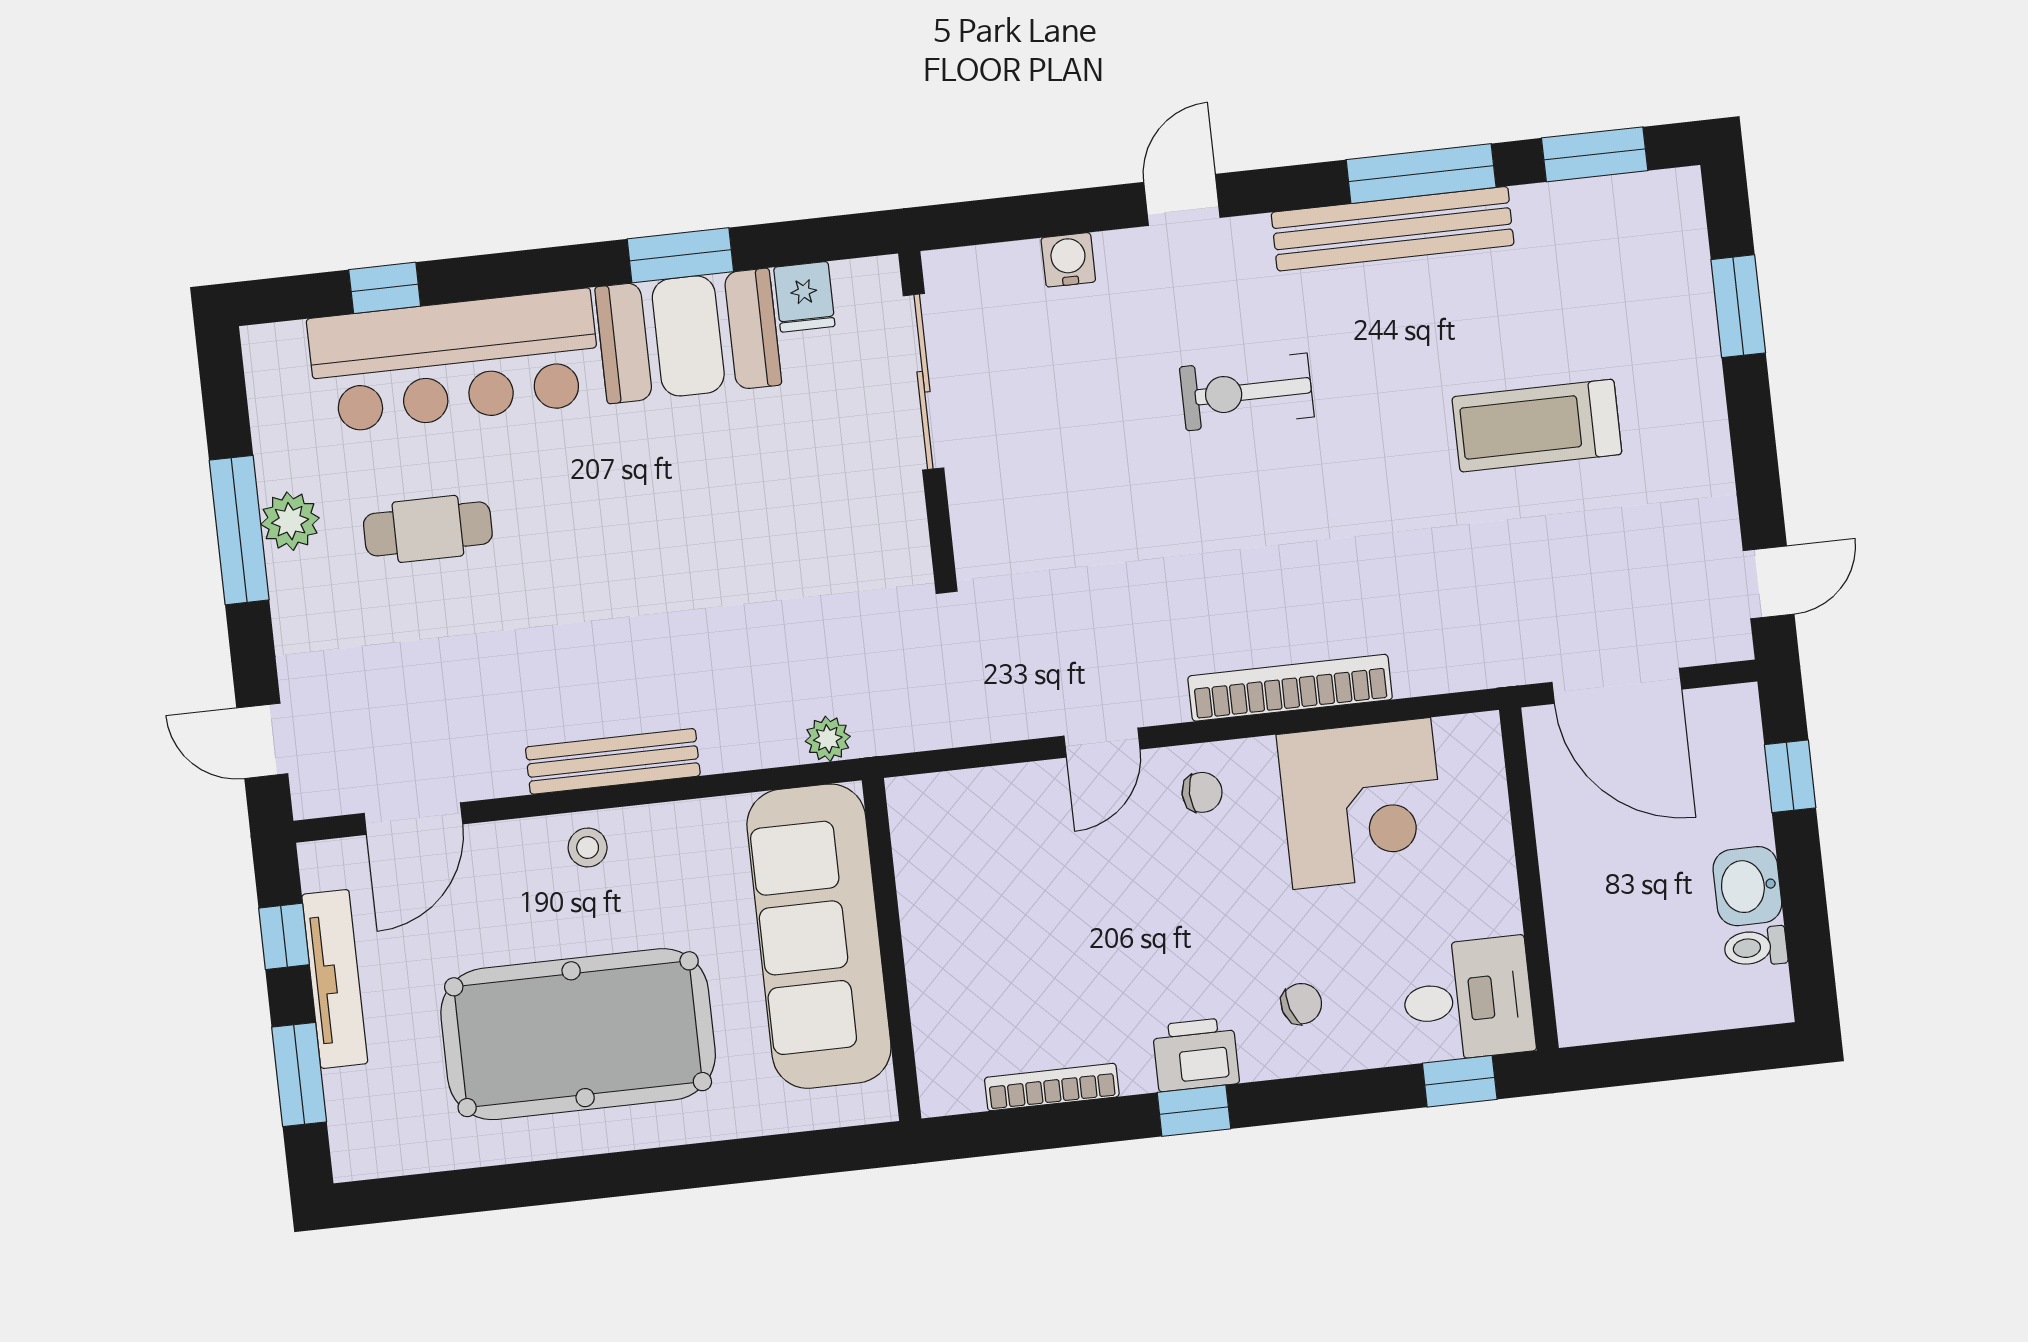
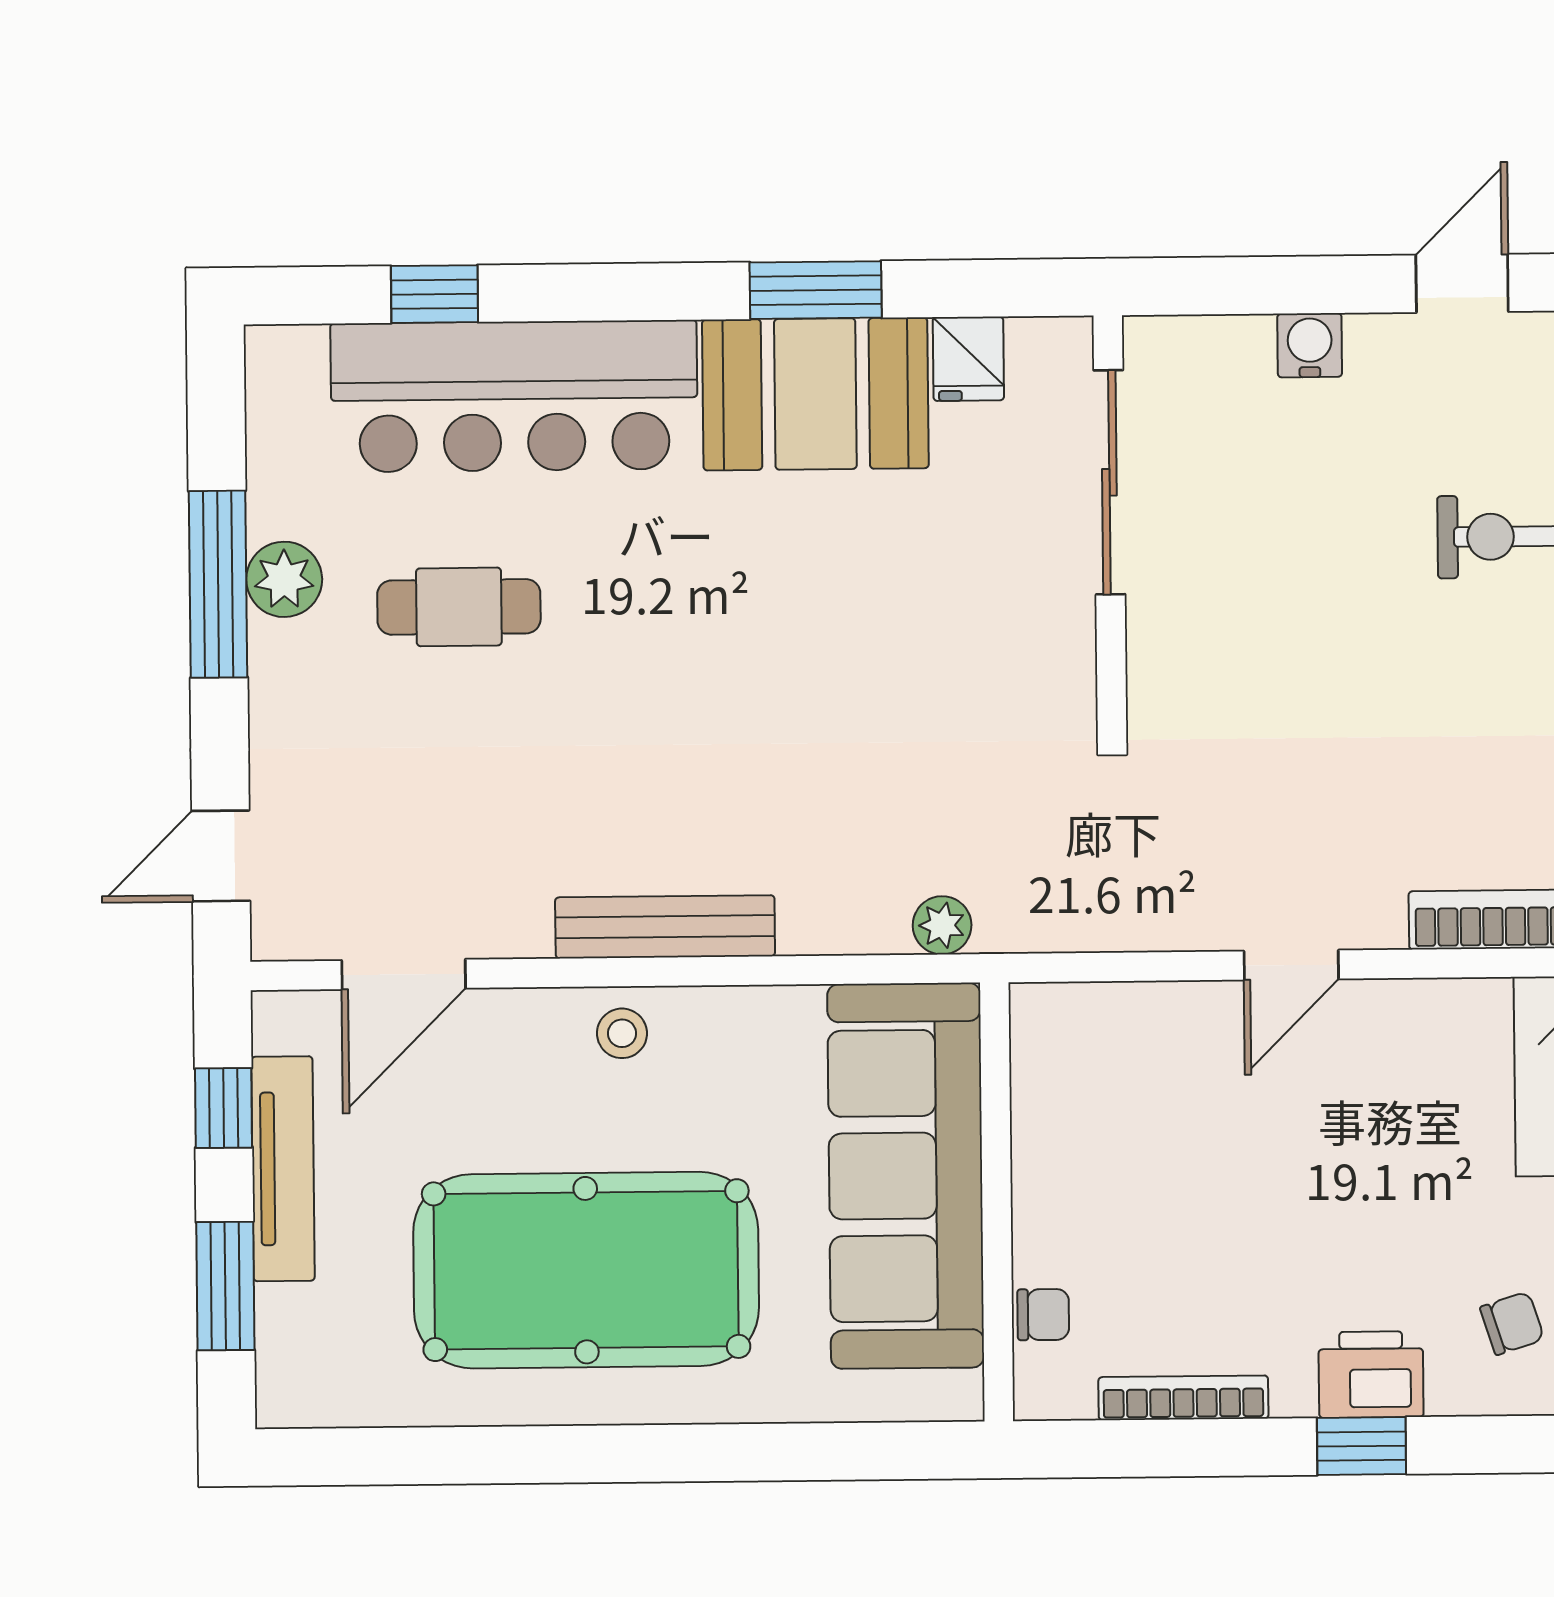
door: (262, 741) -> (221, 856), hinge flipped
chair: (1202, 792) -> (1043, 1315), moved

